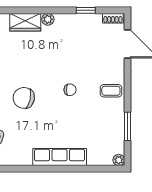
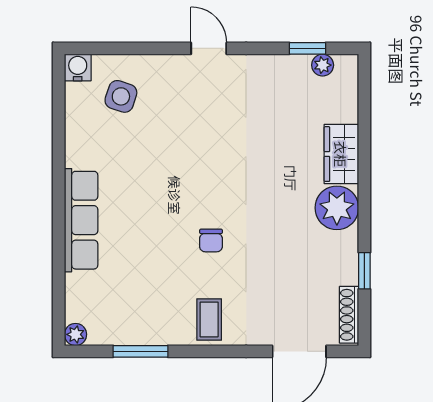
shoe rack: (113, 18) -> (349, 315), width x1.43
plant: (48, 19) -> (337, 208), width x1.87, depth x1.87
chair: (24, 98) -> (195, 151), removed

